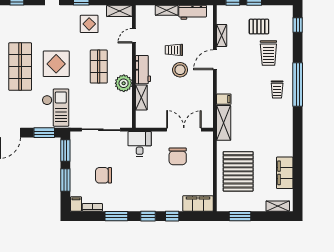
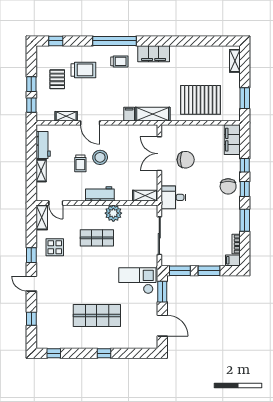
door: (134, 36) -> (56, 203), moved
display table: (56, 64) -> (94, 280), removed
shelving: (141, 97) -> (145, 196), moved
filing cabinet: (285, 173) -> (154, 54), moved
chair: (104, 175) -> (228, 186), moved

